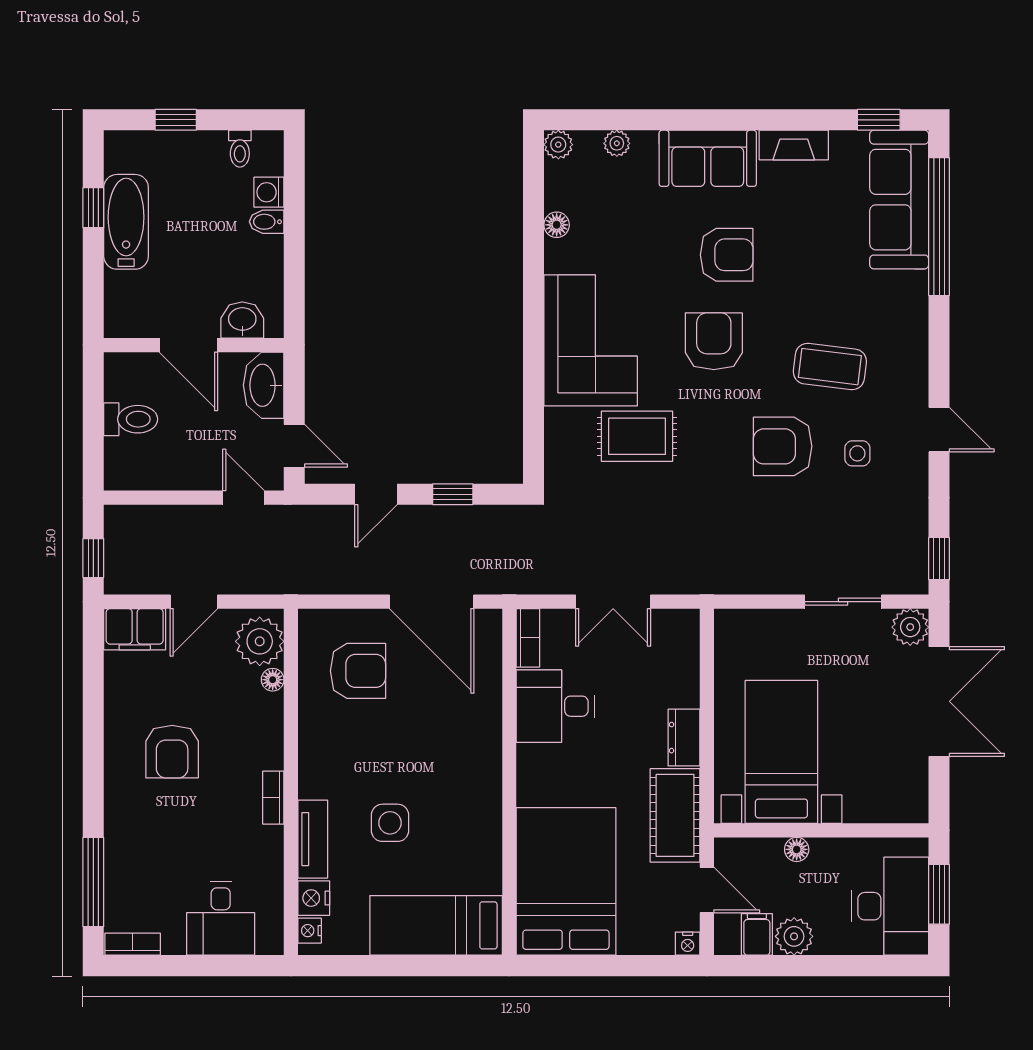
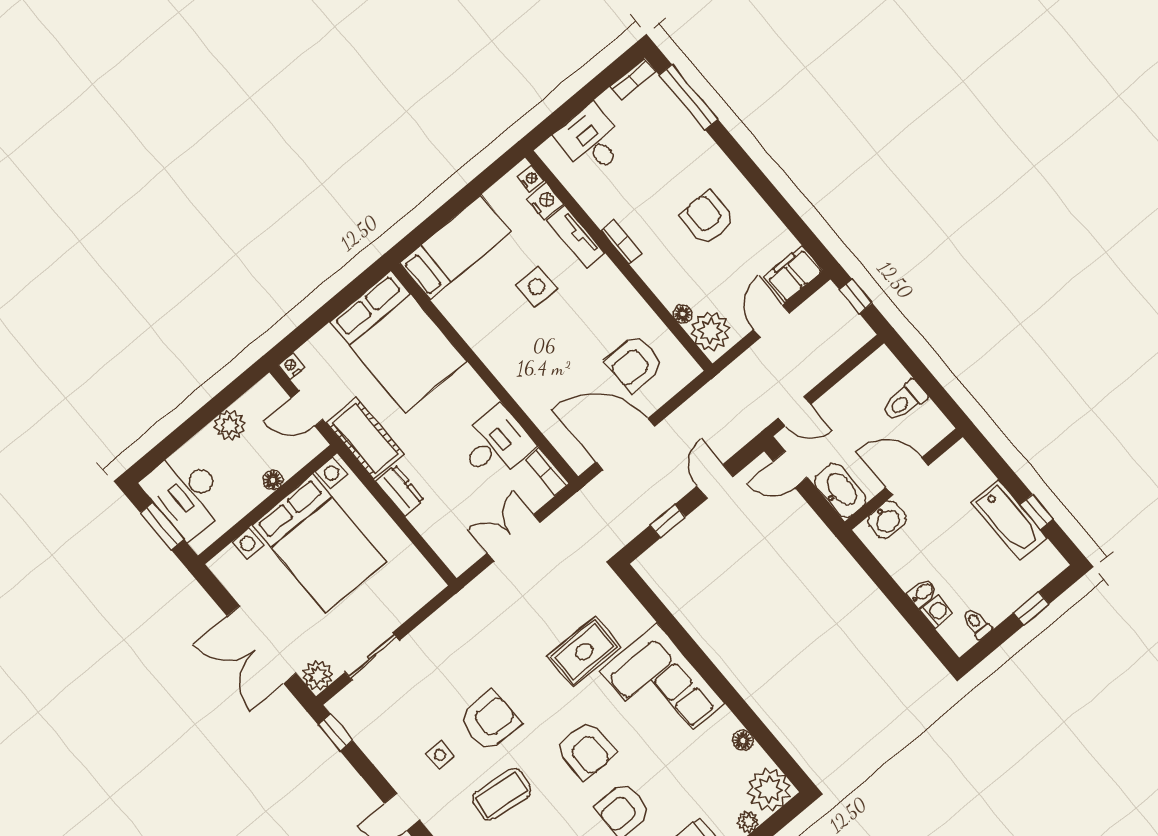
plant: (558, 145) -> (769, 789), width x1.87, depth x1.87
bed with nightstands: (781, 752) -> (319, 543), width x1.36
filing cabinet: (757, 934) -> (253, 407), removed

